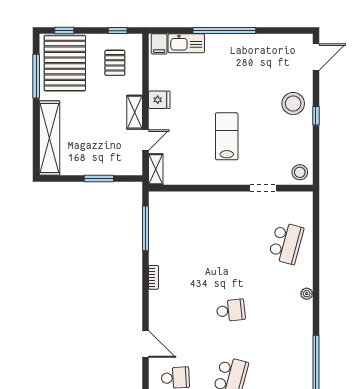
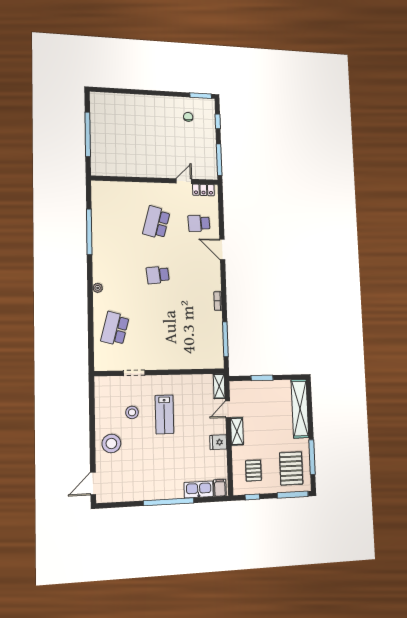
window: (64, 31) -> (293, 495), width x2.17
pallet: (65, 63) -> (291, 468), width x0.73, depth x0.71
window: (316, 116) -> (92, 434), removed
stool: (300, 172) -> (132, 412), moved

